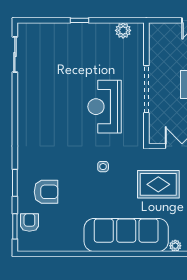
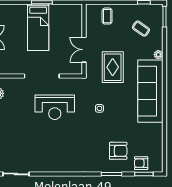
armchair: (46, 192) -> (118, 151), turned 90

